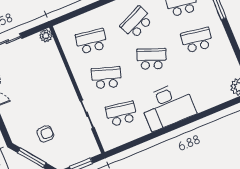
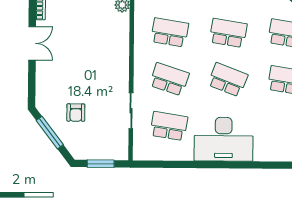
school desk: (137, 23) -> (228, 33), turned 33
armchair: (45, 134) -> (76, 113), turned 90

